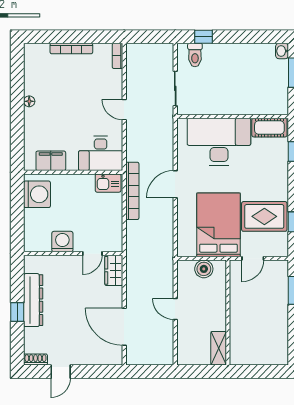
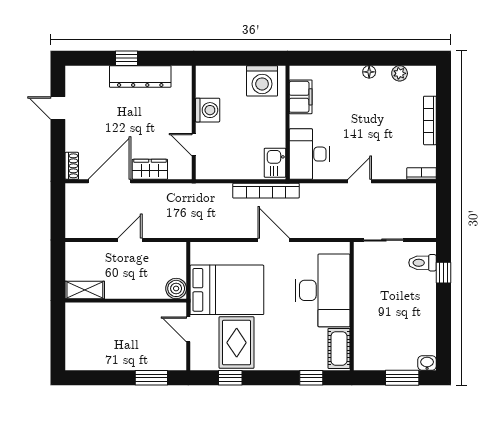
plant: (30, 75) -> (400, 73), added
boiler: (204, 269) -> (176, 288), moved
wardrobe: (114, 270) -> (150, 169), moved
shoe rack: (35, 360) -> (72, 166), moved

